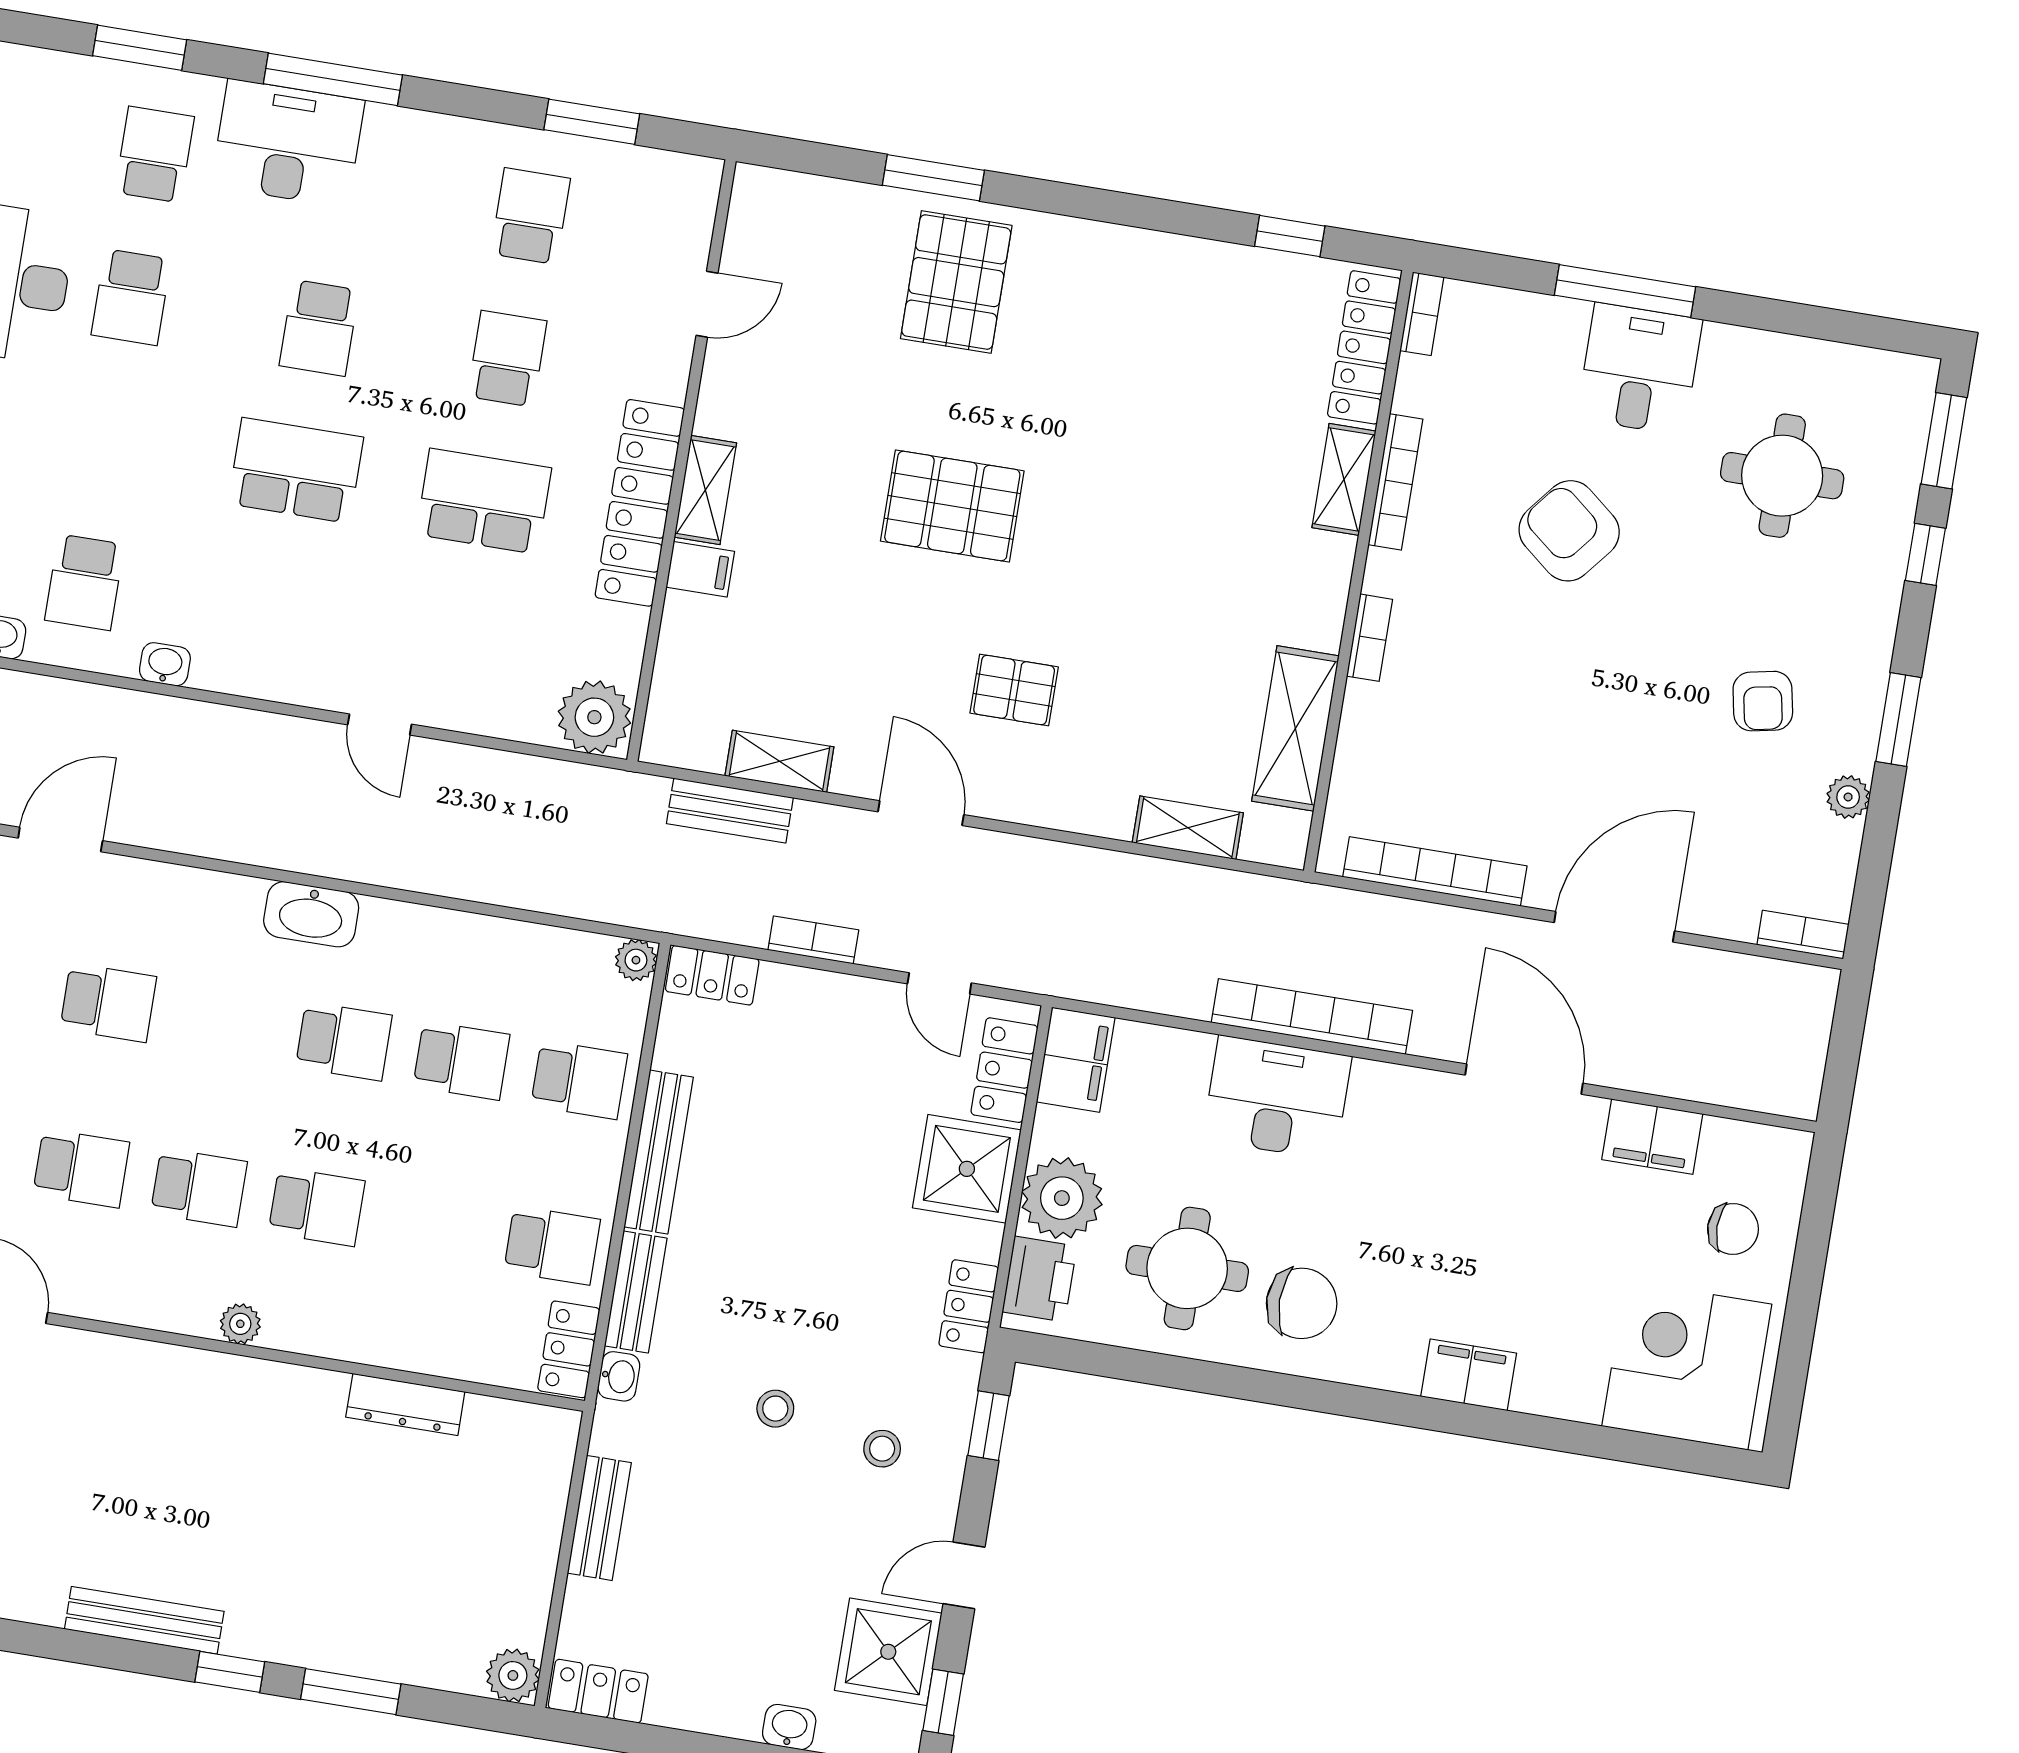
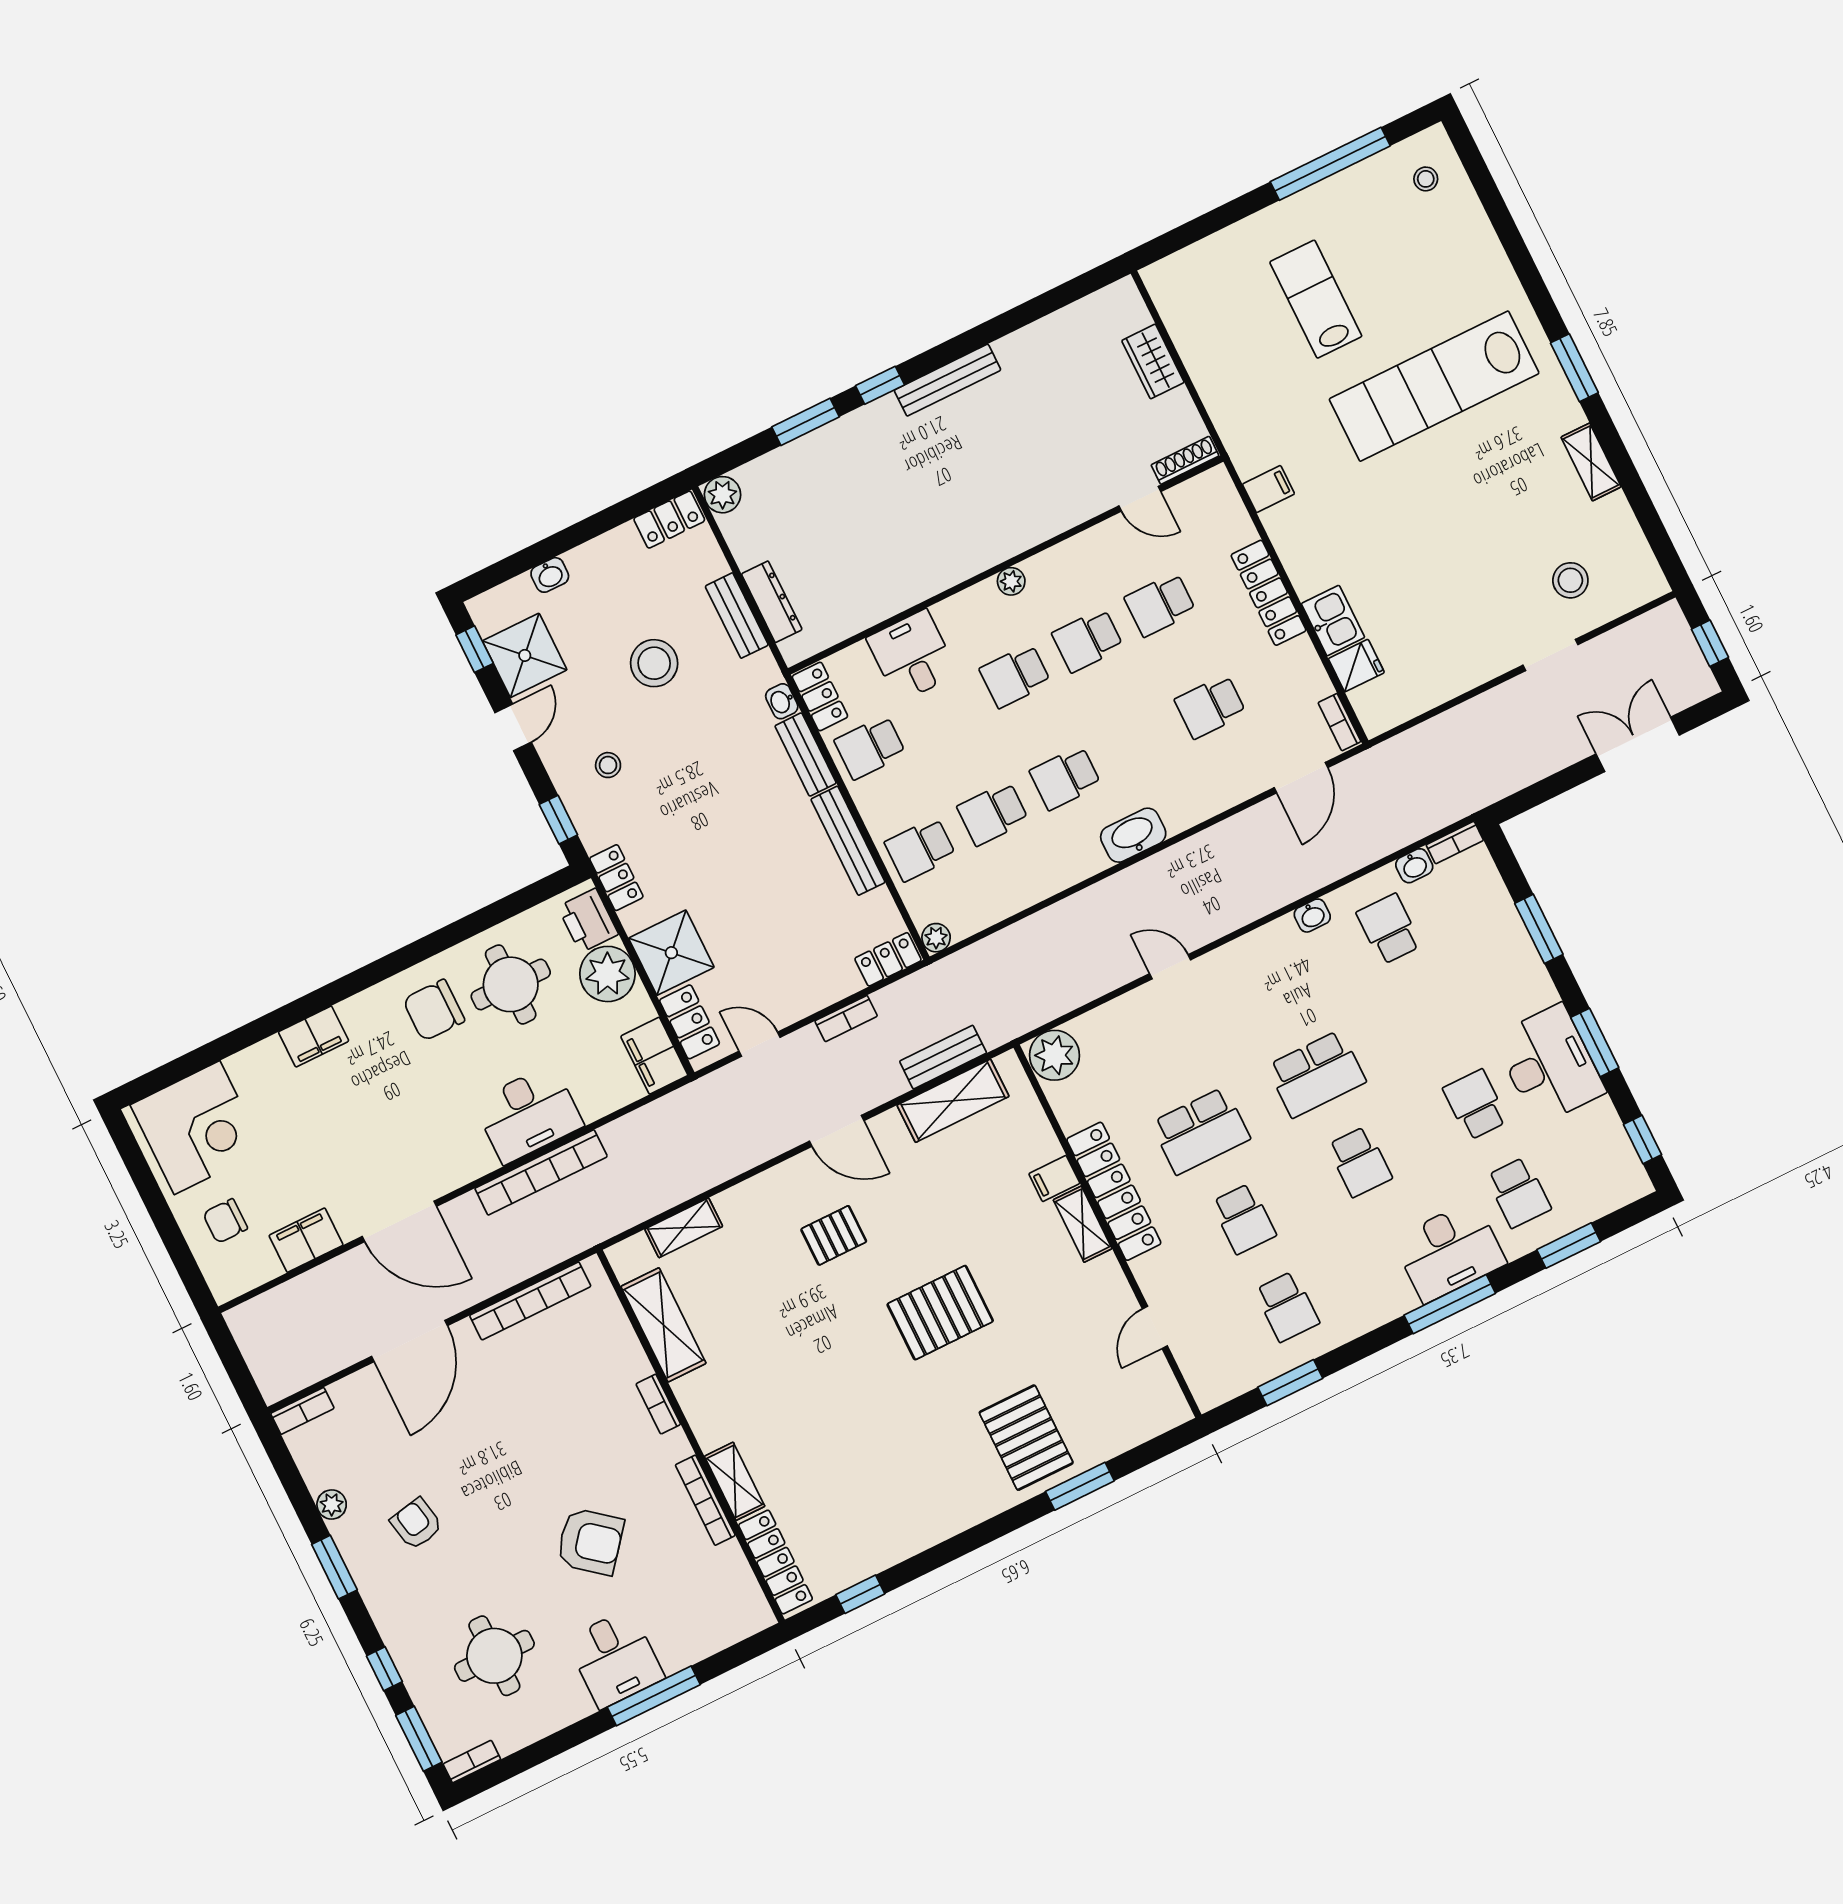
bookcase: (1422, 314) -> (472, 1762), moved, turned 90
school desk: (319, 328) -> (1360, 1162), turned 180
shelving: (779, 761) -> (953, 1101), width x1.50, depth x1.33
desk: (423, 1319) -> (912, 656), added
dresser: (405, 1404) -> (772, 602), moved, turned 90
stool: (775, 1409) -> (654, 663), moved, width x1.89, depth x1.89

